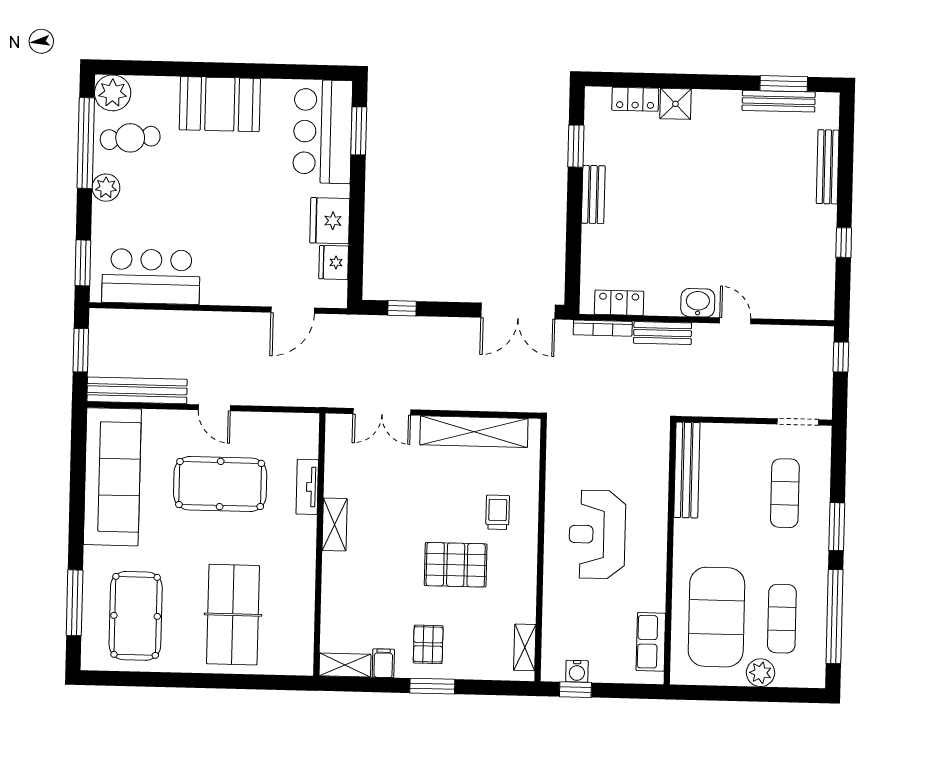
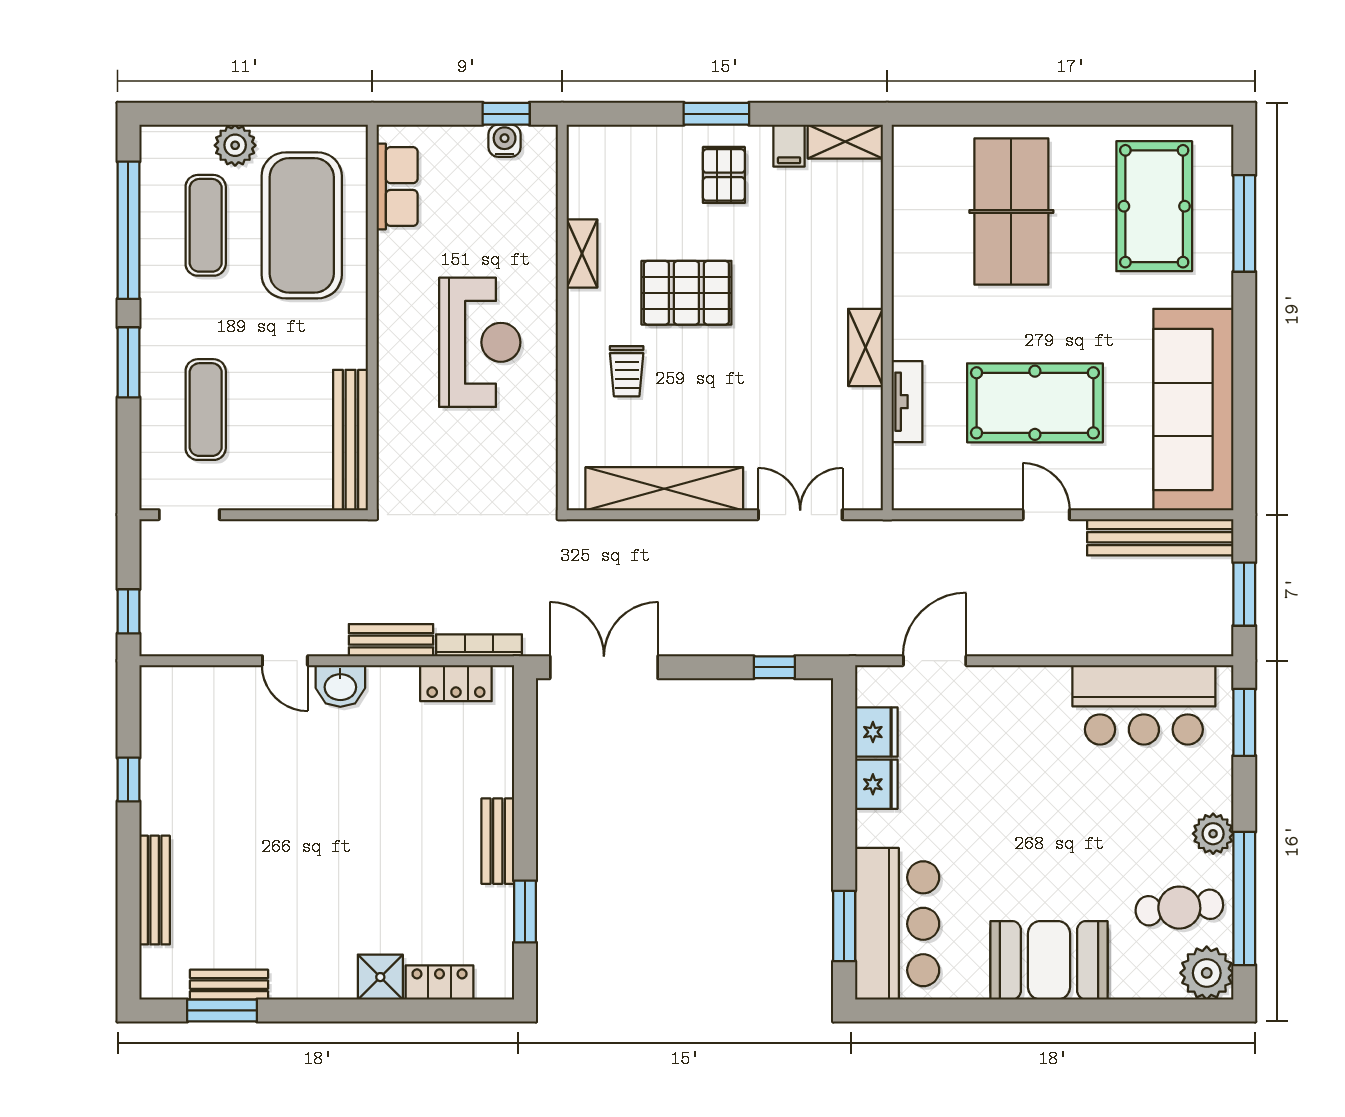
bench: (779, 101) -> (229, 985), width x0.73
fridge: (330, 221) -> (876, 784), width x0.73, depth x0.75
shelving: (525, 647) -> (582, 254), moved

